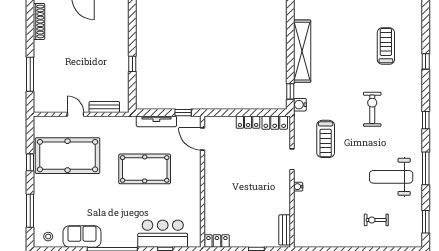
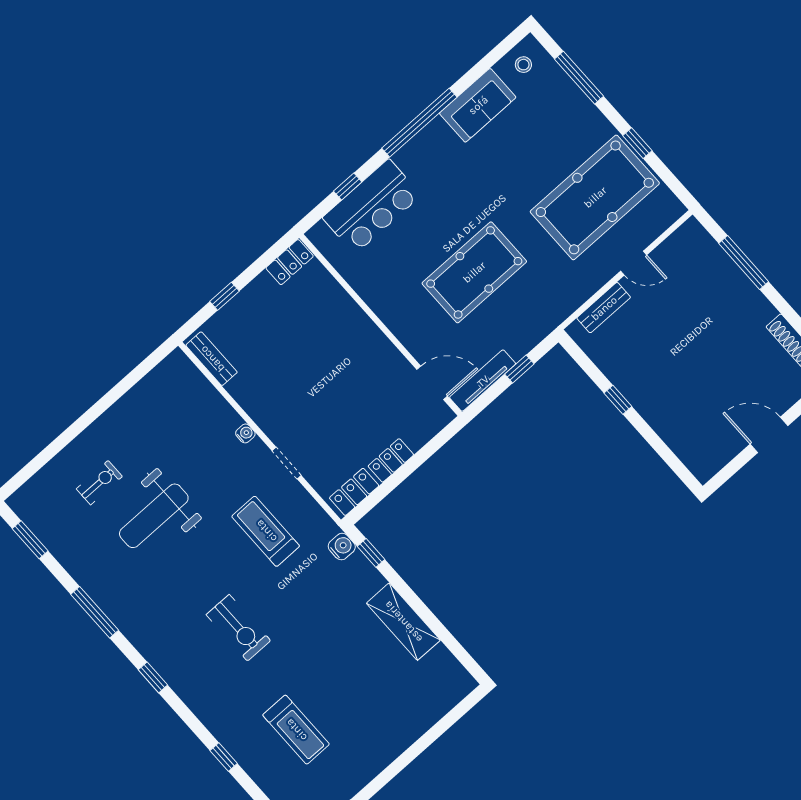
shelving: (302, 51) -> (403, 622), width x0.68
window: (183, 113) -> (519, 369), moved
tv unit: (156, 121) -> (483, 381), moved
weight bench: (391, 177) -> (154, 516), moved, turned 180

